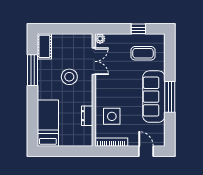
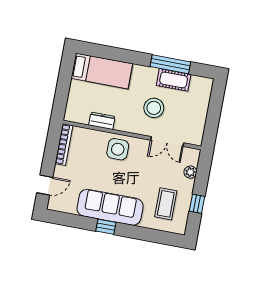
plant: (100, 39) -> (190, 172), moved
cot: (44, 46) -> (174, 80), moved
window: (170, 97) -> (106, 227), width x0.46
side table: (112, 116) -> (118, 149), moved

